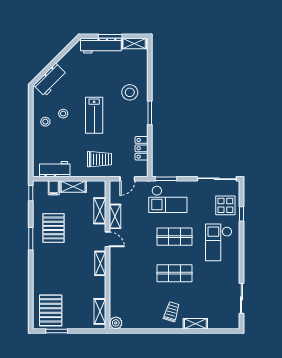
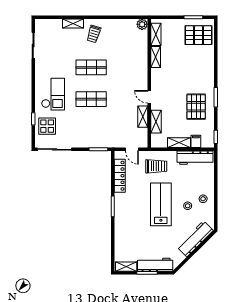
workbench: (50, 80) -> (195, 239), width x1.38
stool: (130, 92) -> (130, 224), removed
lab bench: (94, 115) -> (161, 204), width x1.36, depth x1.39
locker: (142, 148) -> (120, 176), width x1.53
trolley: (99, 159) -> (156, 166), turned 180
workbench: (55, 169) -> (195, 158), width x1.38
door: (127, 179) -> (132, 149), swing flipped
checkout: (168, 199) -> (97, 132), removed
shelving: (100, 263) -> (156, 57), moved
pallet: (51, 310) -> (199, 35), turned 90

